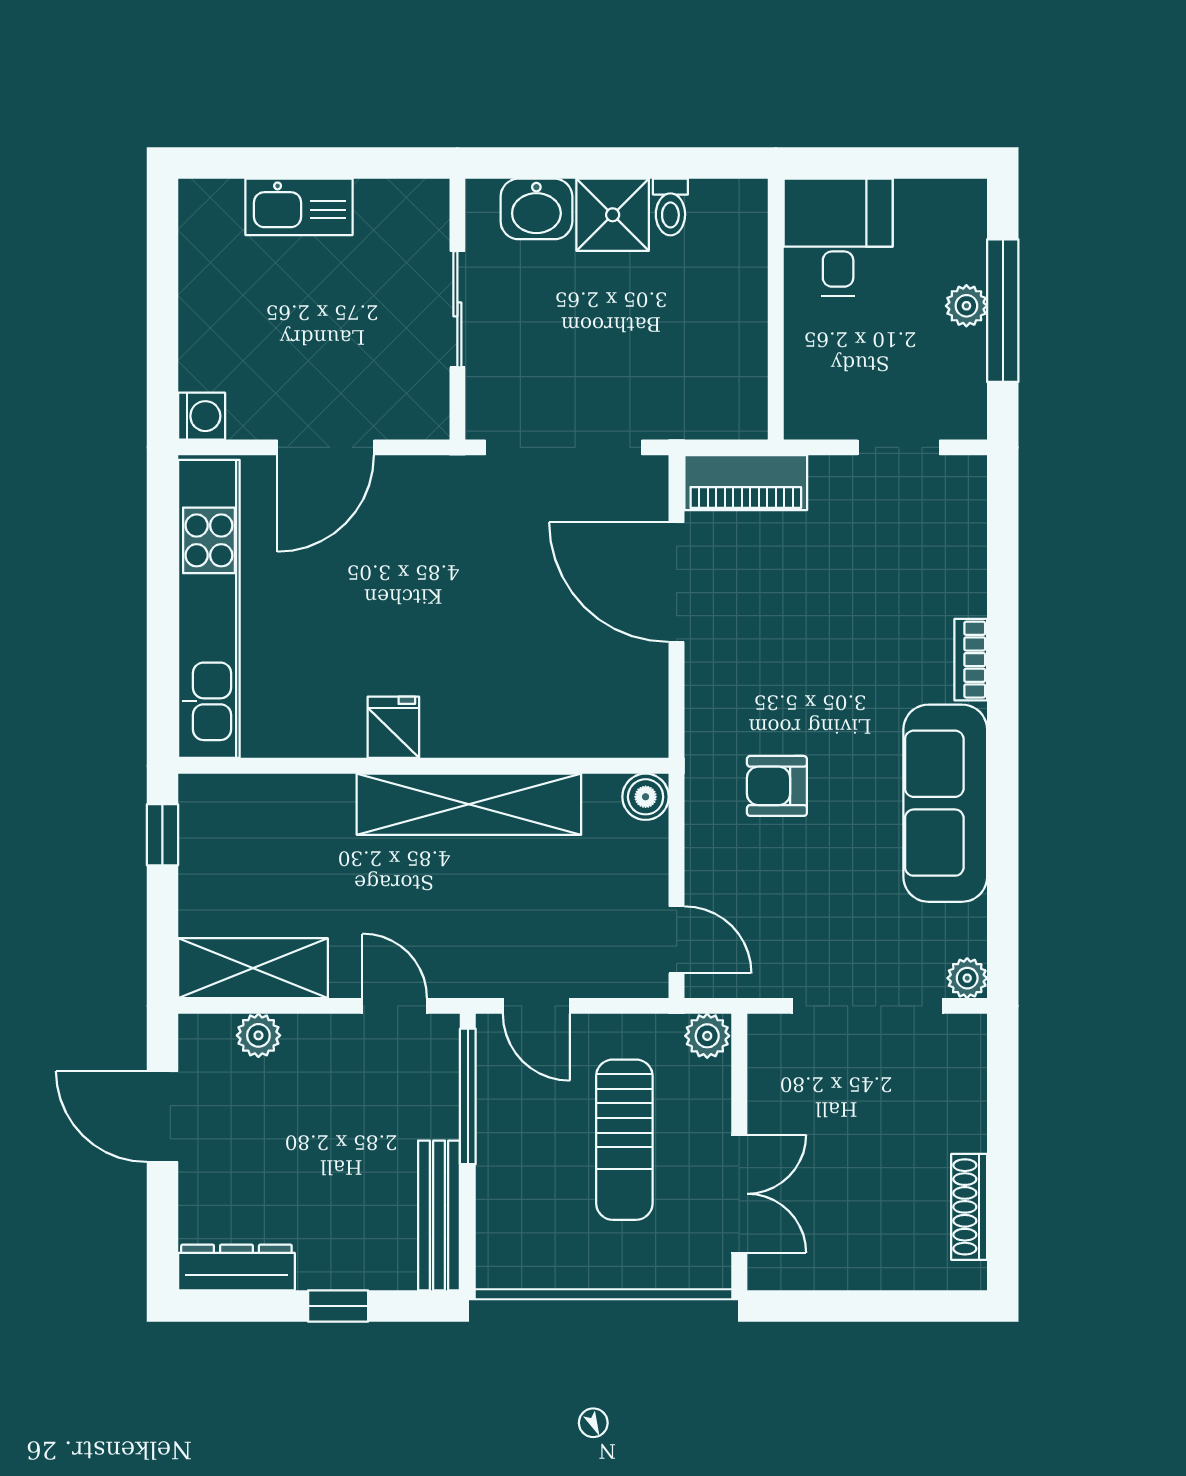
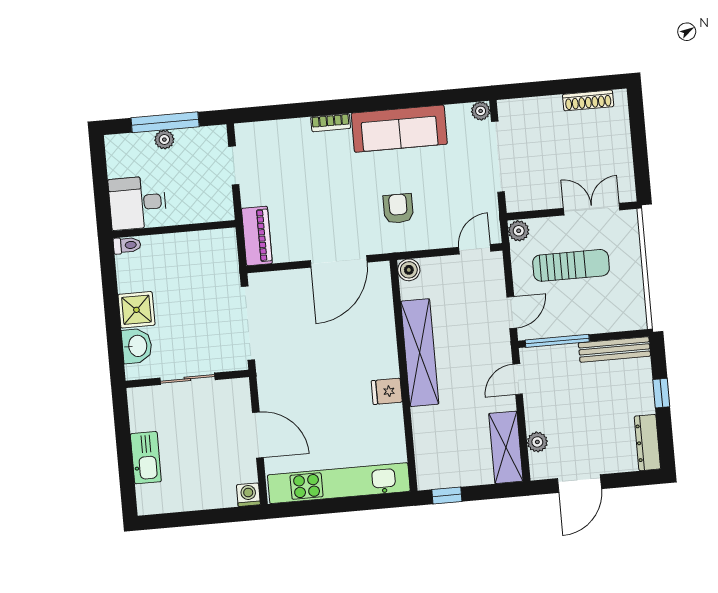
toilet: (670, 207) -> (127, 245), moved
door: (677, 582) -> (339, 261), moved
armchair: (777, 786) -> (398, 209), turned 180

